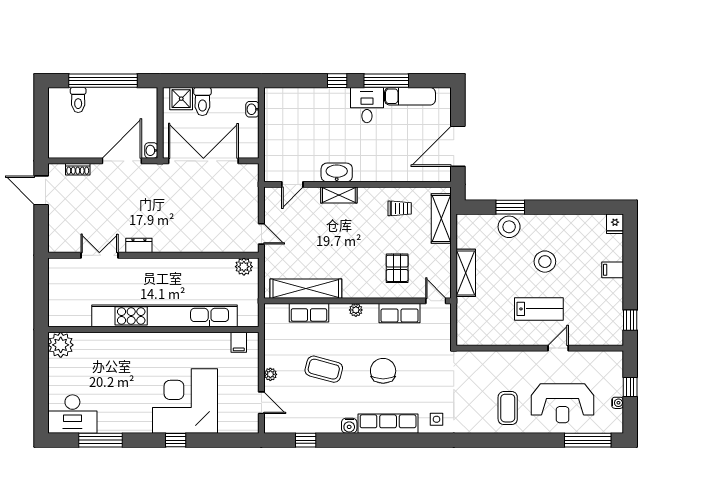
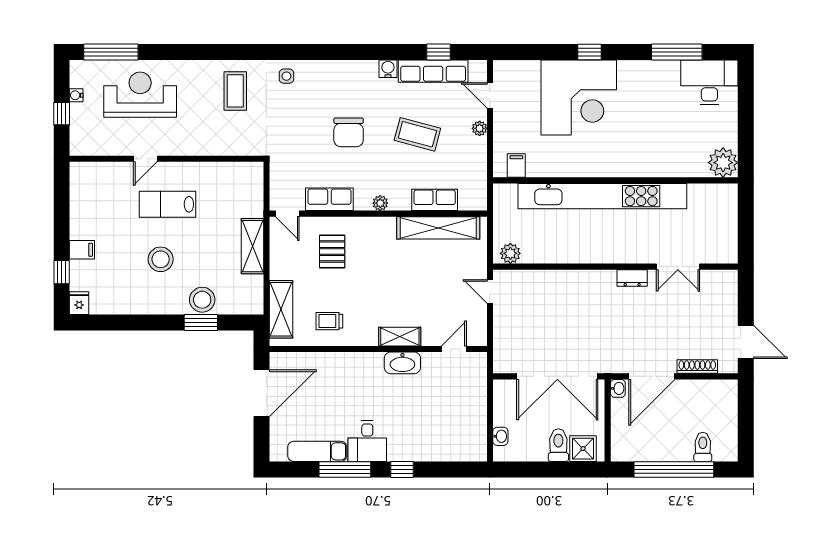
shoe rack: (78, 169) -> (697, 367), width x1.43
window: (630, 320) -> (62, 272), moved
coffee table: (508, 408) -> (235, 91), moved
row of seats: (388, 424) -> (433, 71), moved

